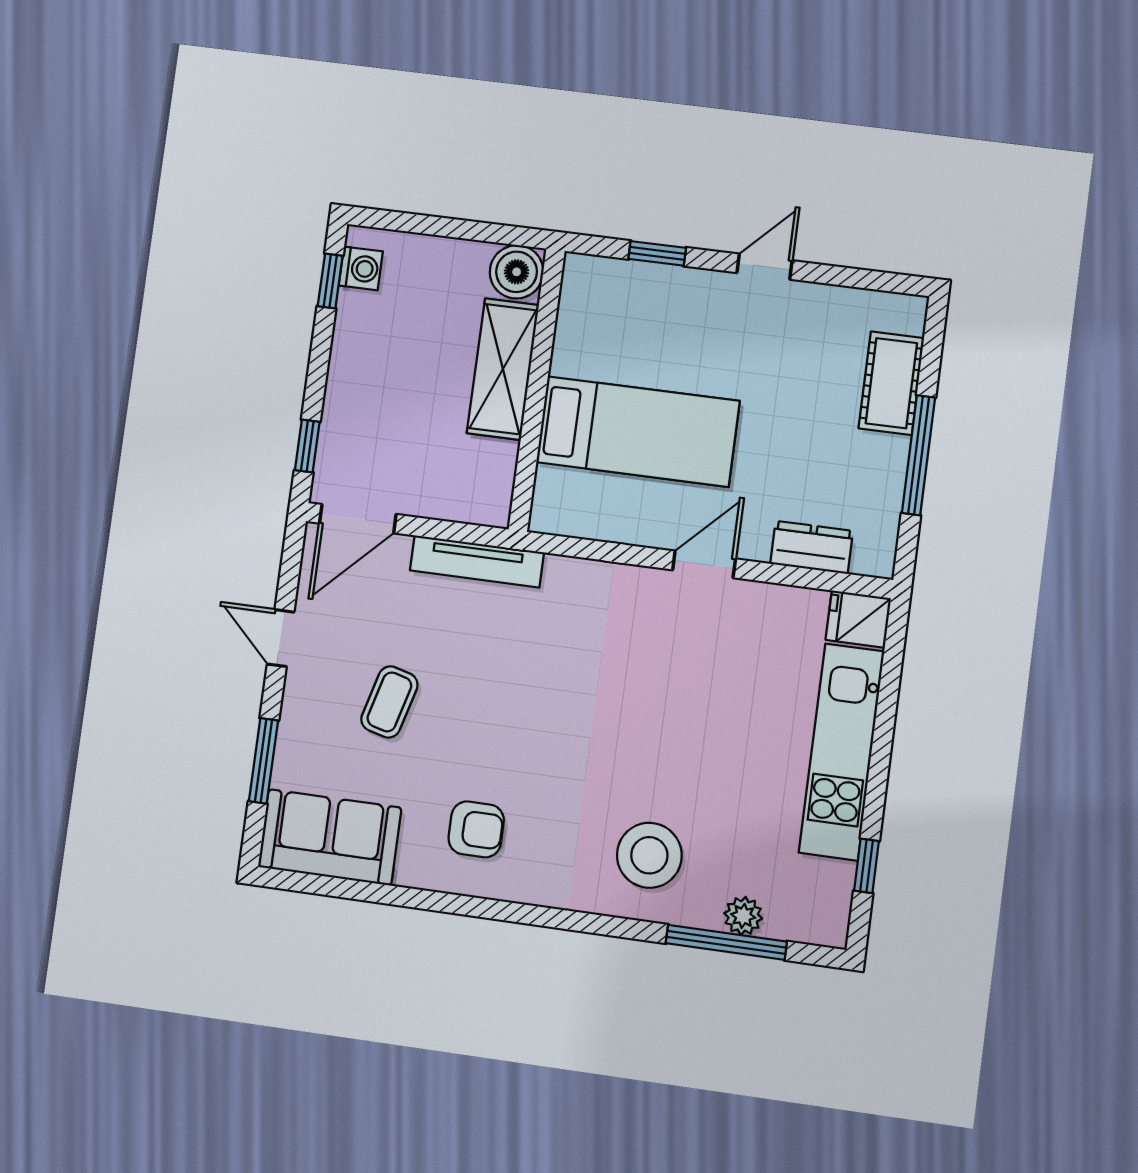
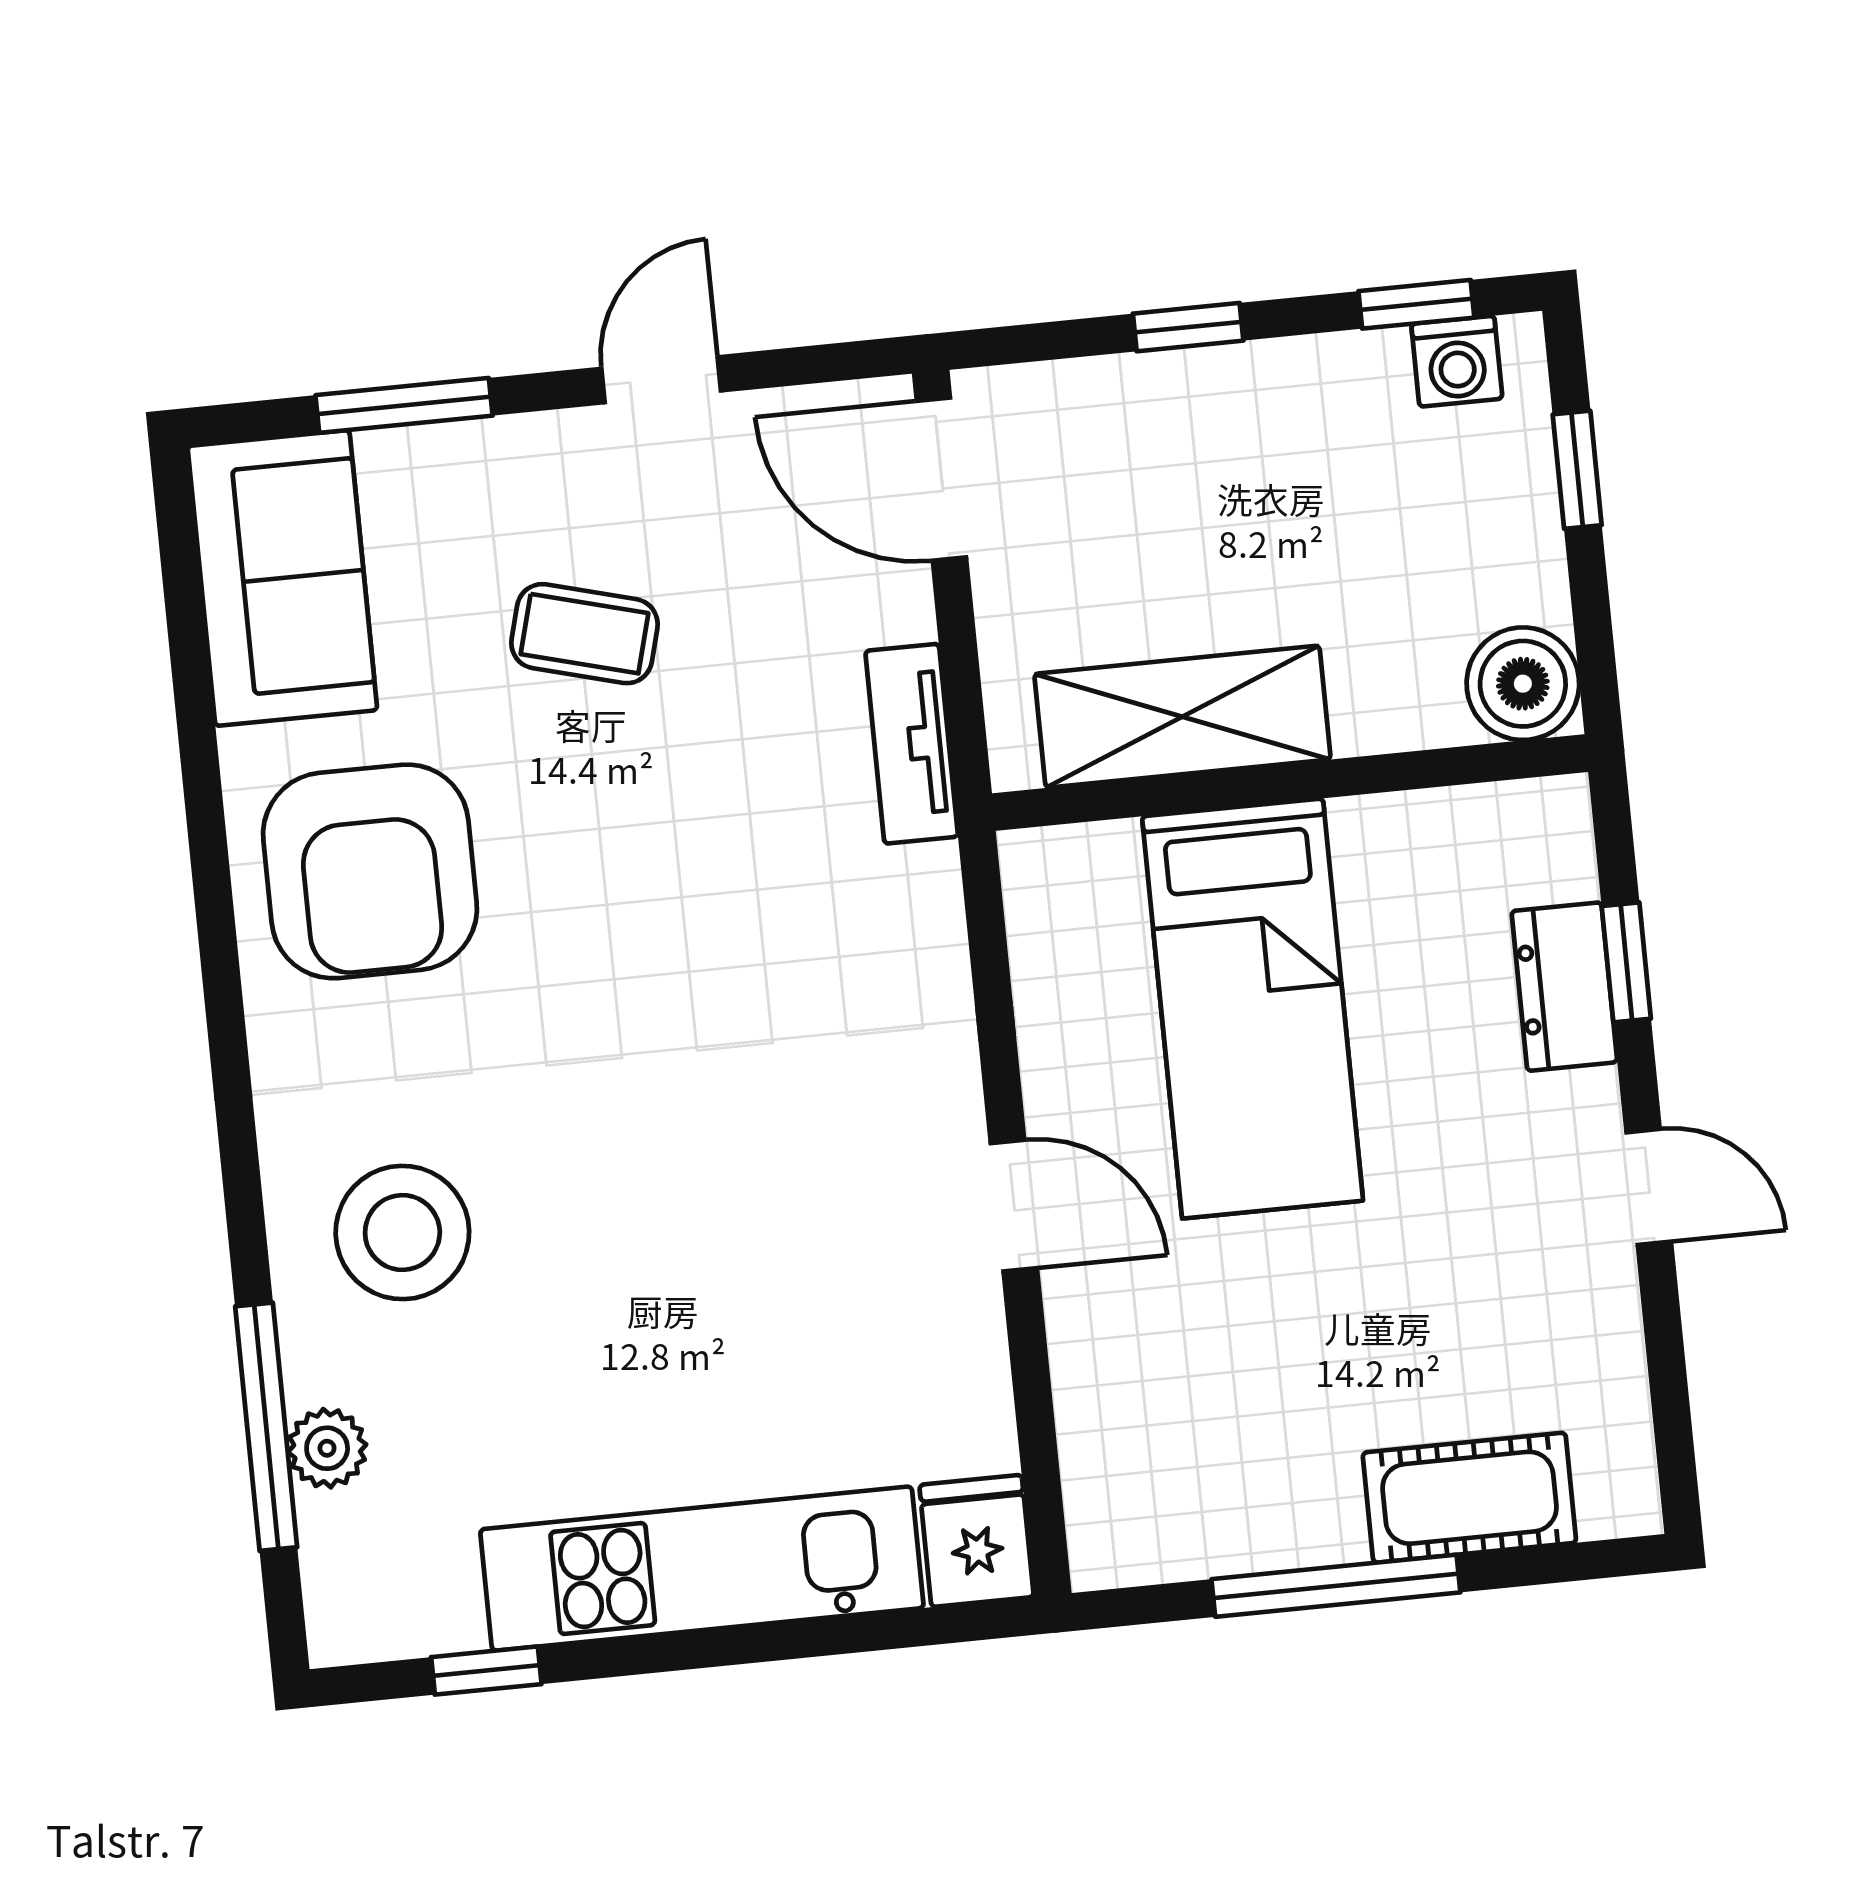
window: (424, 225) -> (1577, 470), added
shelving: (503, 369) -> (1182, 717), moved
window: (307, 446) -> (1188, 327), moved
dresser: (812, 547) -> (1564, 987), moved, turned 180
tv unit: (477, 561) -> (912, 744), width x0.71
armchair: (476, 829) -> (370, 871), width x1.88, depth x1.88

